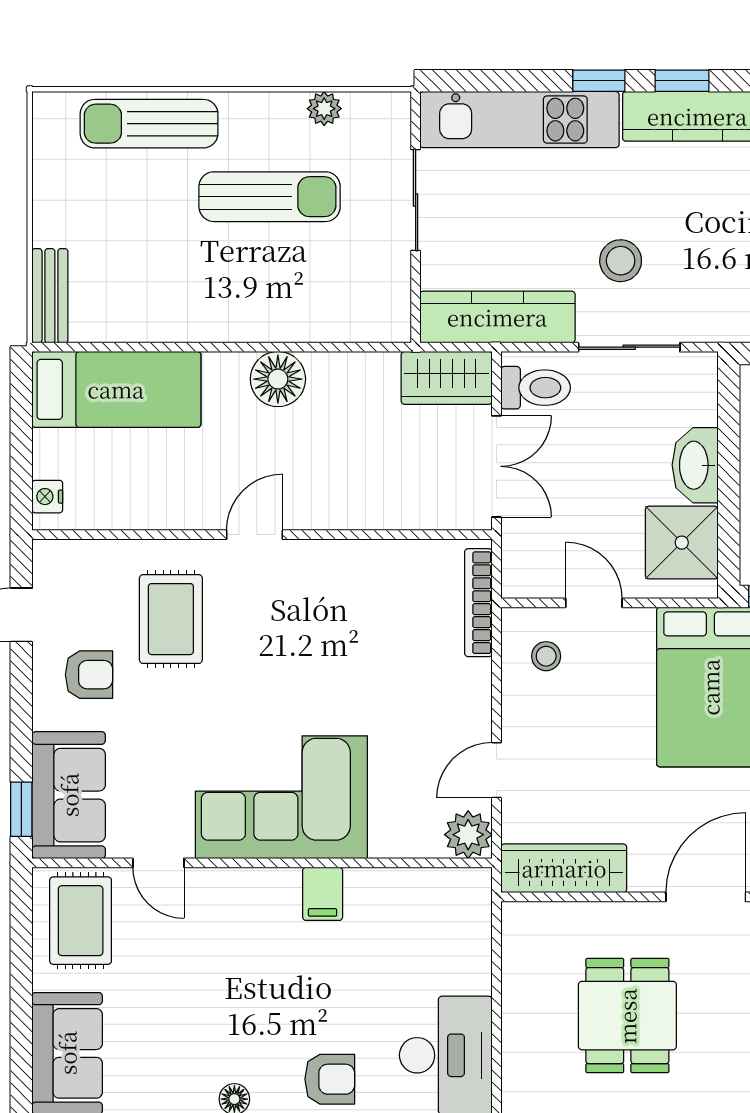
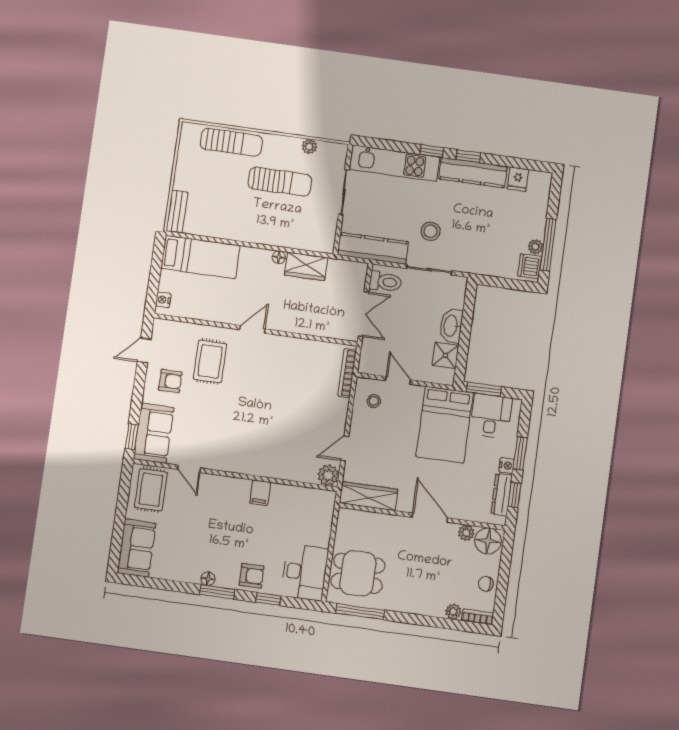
sun lounger: (149, 124) -> (231, 142), turned 180
wardrobe: (447, 378) -> (306, 266), moved
floor lamp: (278, 379) -> (279, 257), width x0.53, depth x0.53
shower: (682, 543) -> (445, 355), width x0.73, depth x0.73
corner sofa: (281, 797) -> (248, 447), removed
door: (706, 897) -> (430, 518), hinge flipped
dining table: (627, 1016) -> (358, 573), moved, turned 90

